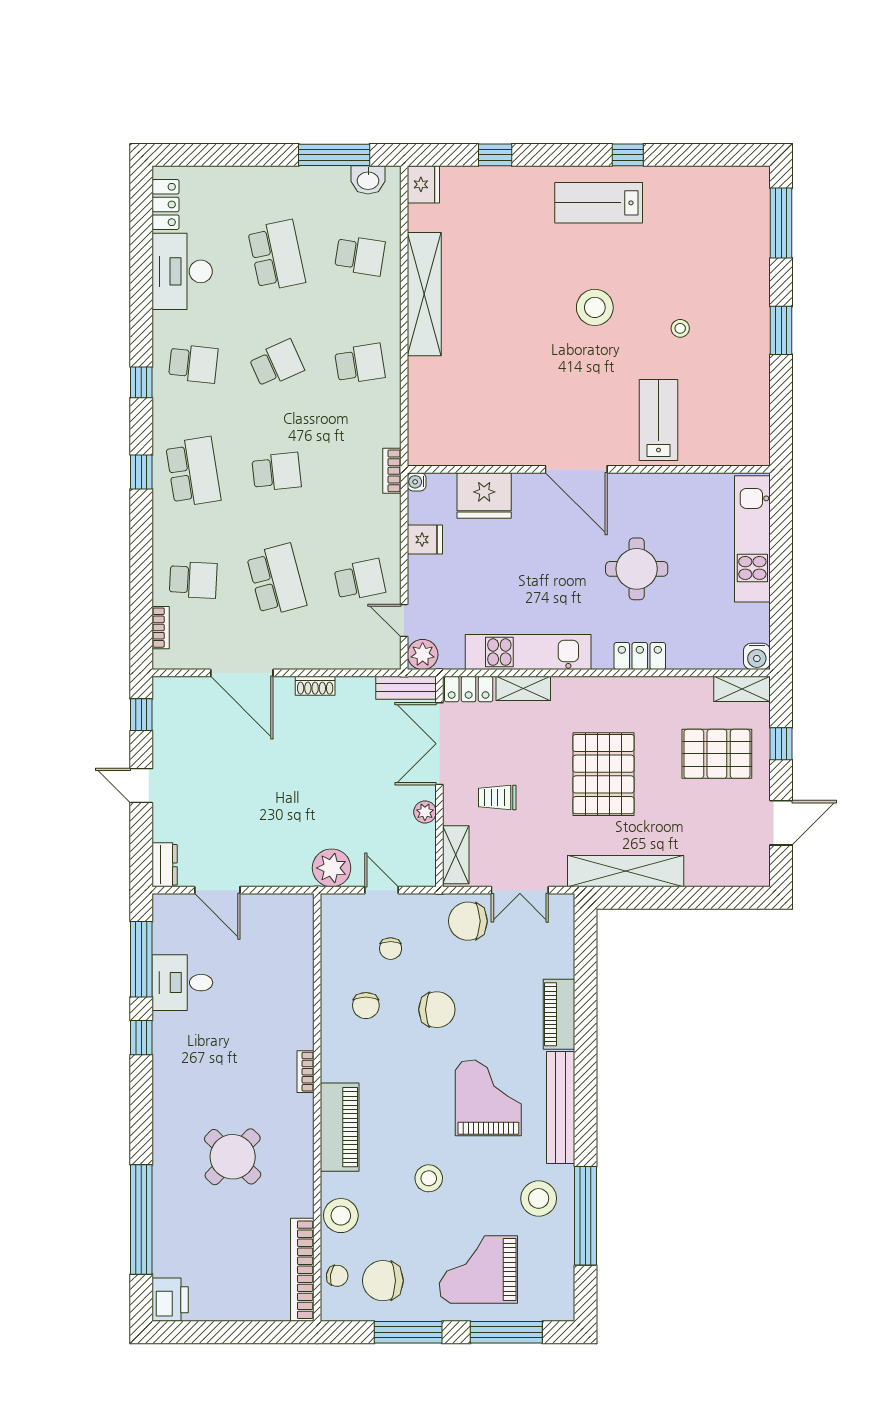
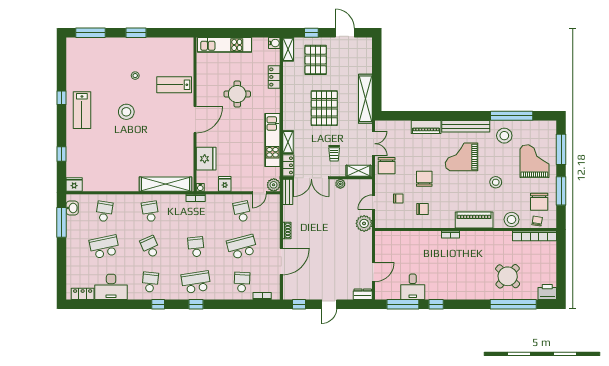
shelving: (424, 294) -> (165, 184), moved
locker: (640, 656) -> (274, 77), moved
pallet: (603, 774) -> (324, 108), turned 90
round table: (233, 1157) -> (508, 276), moved
grand piano: (478, 1269) -> (534, 161), turned 180

